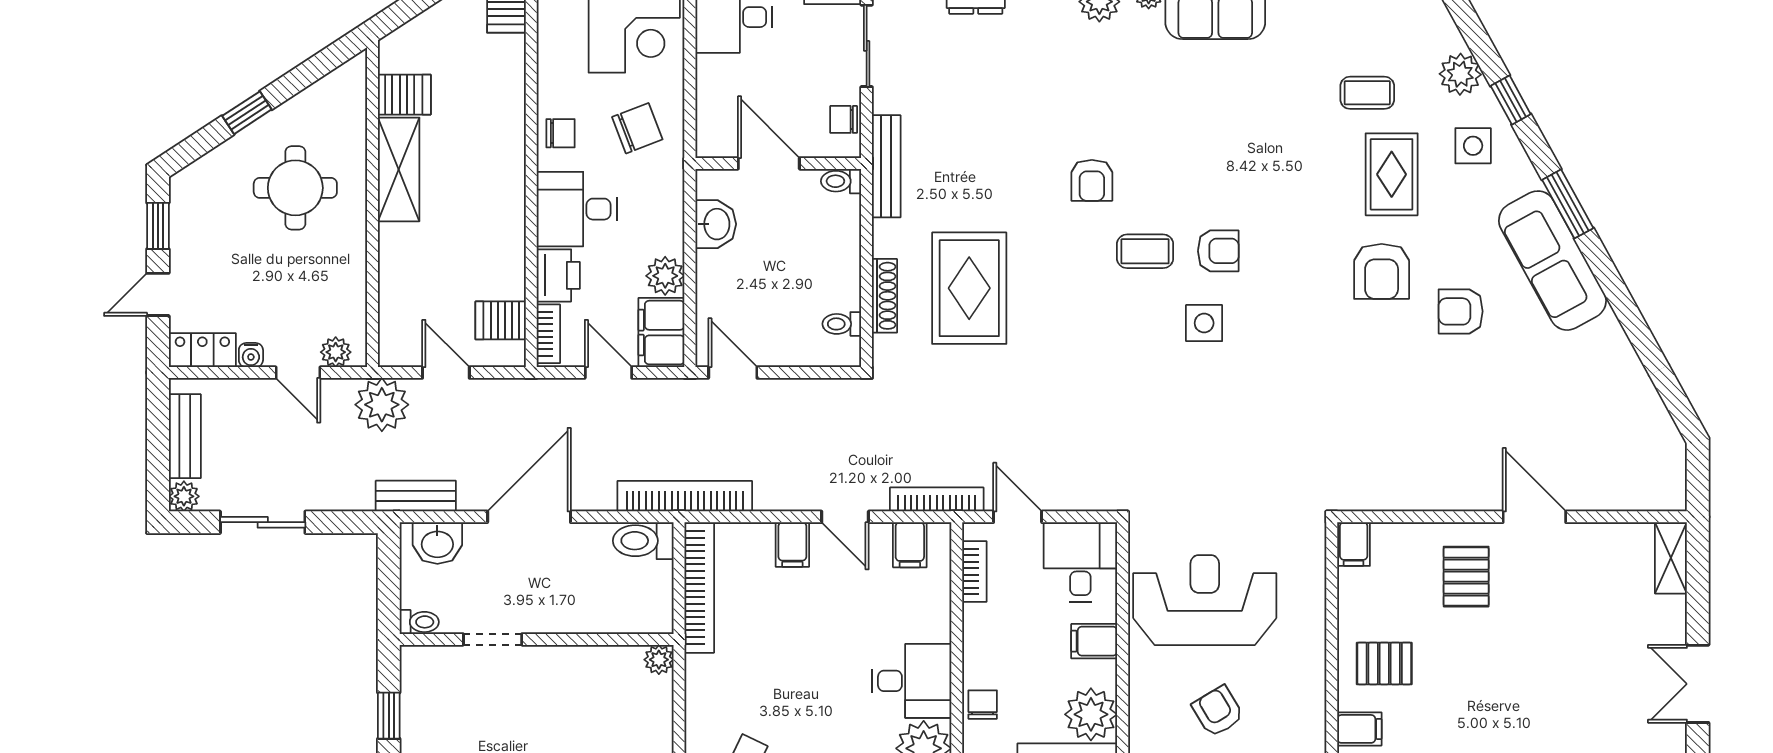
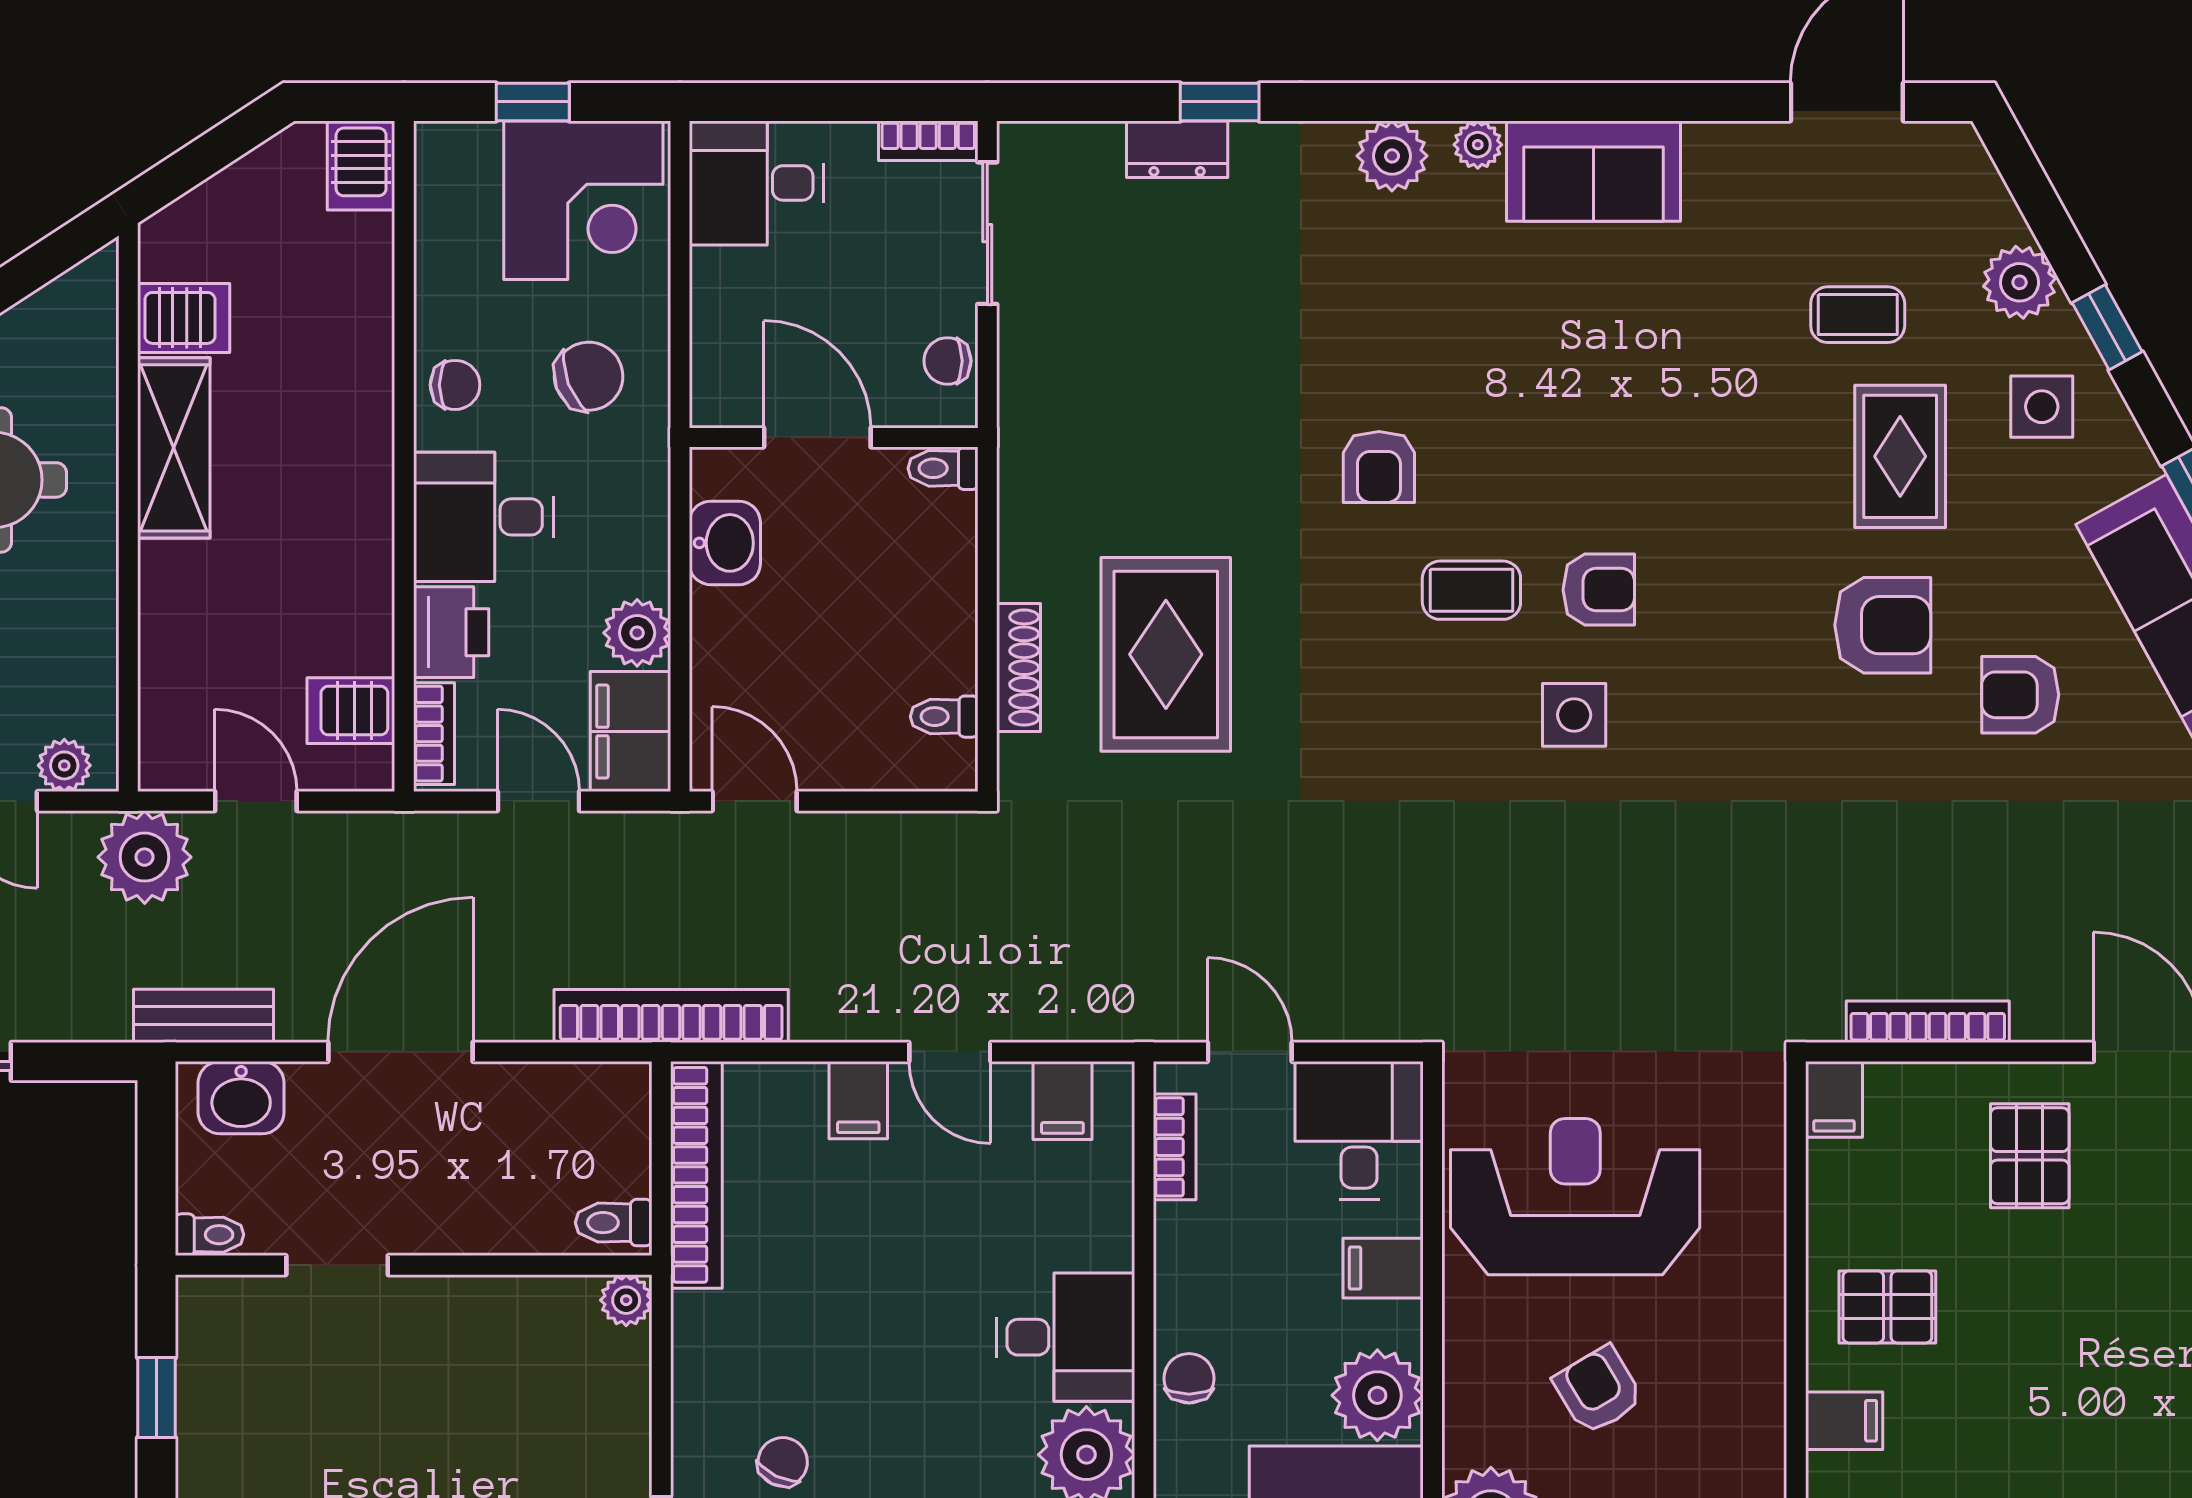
bench: (886, 166) -> (1022, 442), removed
armchair: (1382, 271) -> (1883, 625), turned -90
bookcase: (937, 499) -> (1928, 1022), moved
toilet: (643, 541) -> (614, 1223), moved, width x0.73, depth x0.72

